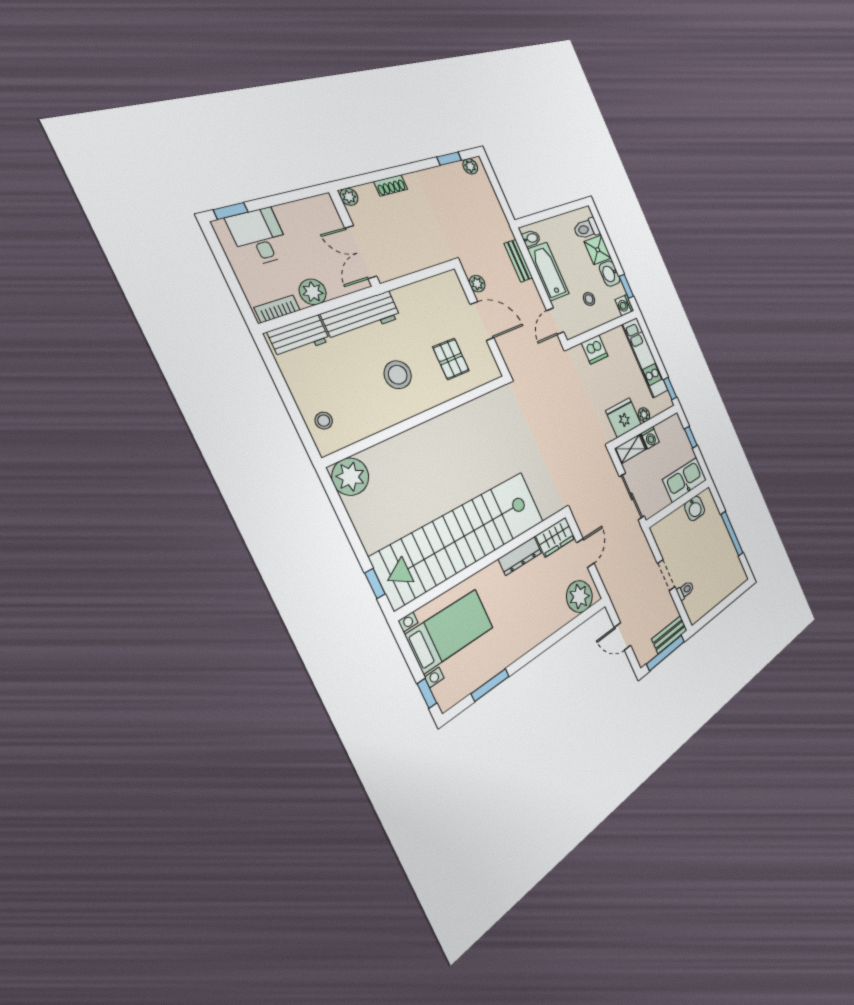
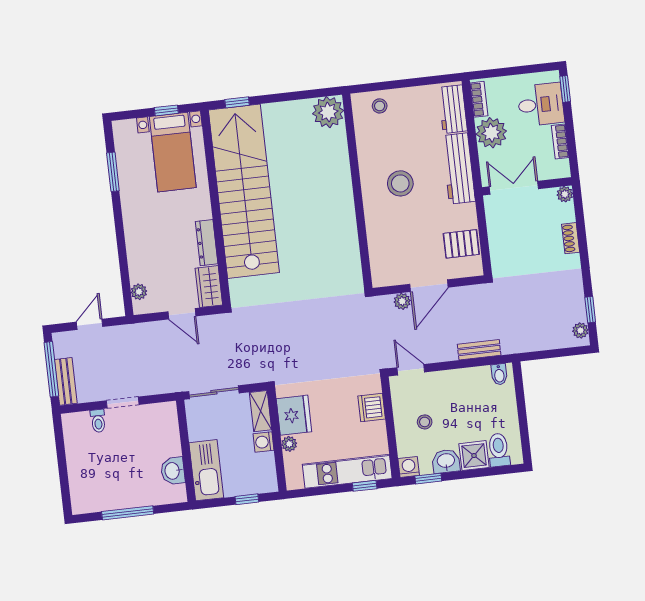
bookcase: (294, 209) -> (560, 141), added
bathtub: (548, 271) -> (462, 382), removed
plant: (477, 284) -> (402, 301), moved
plant: (313, 292) -> (491, 133), width x1.36, depth x1.36
pallet: (451, 359) -> (461, 244), moved
window: (670, 388) -> (365, 486), moved
plant: (579, 596) -> (139, 292), width x0.53, depth x0.53
window: (427, 693) -> (166, 110), moved

